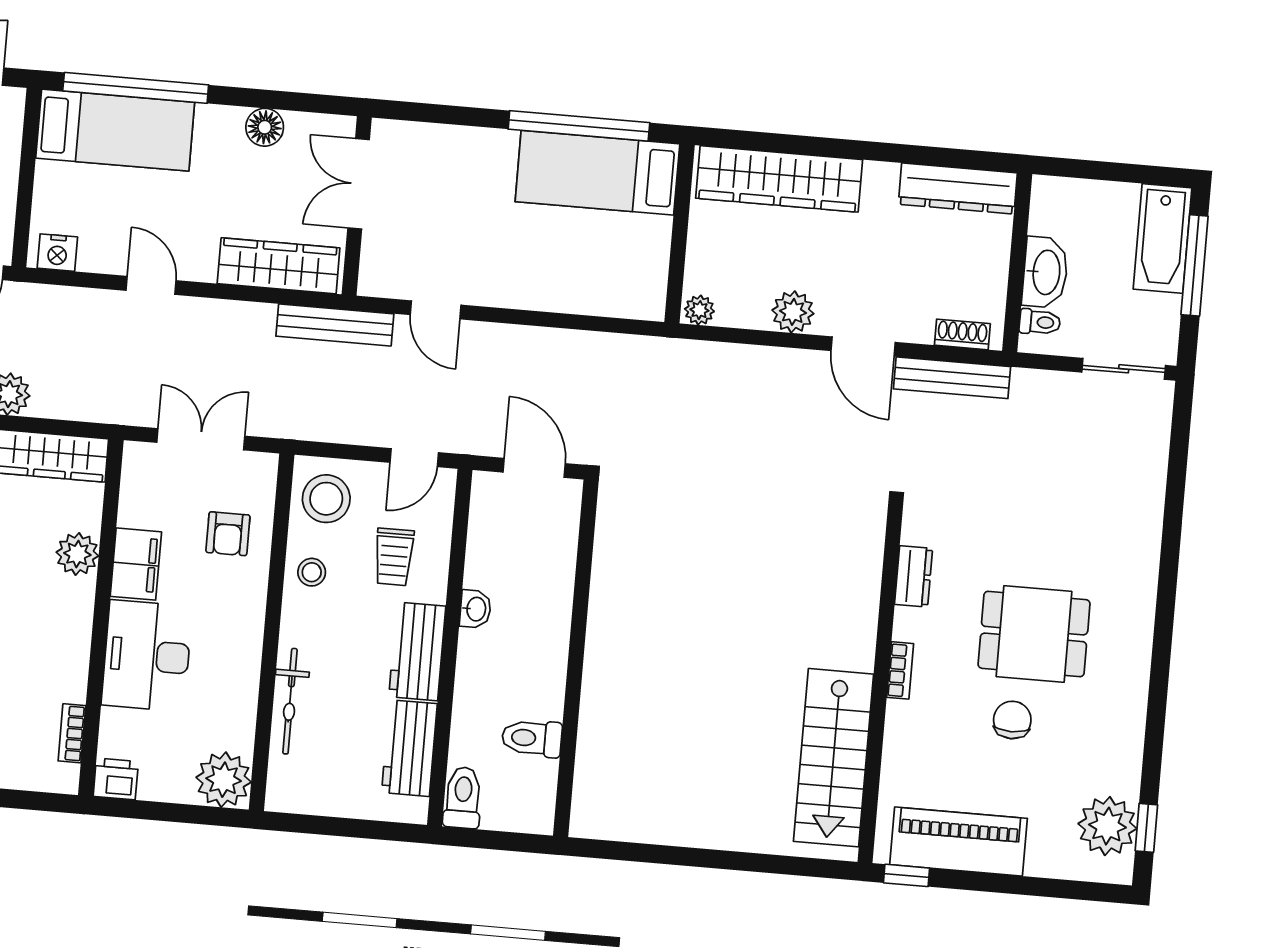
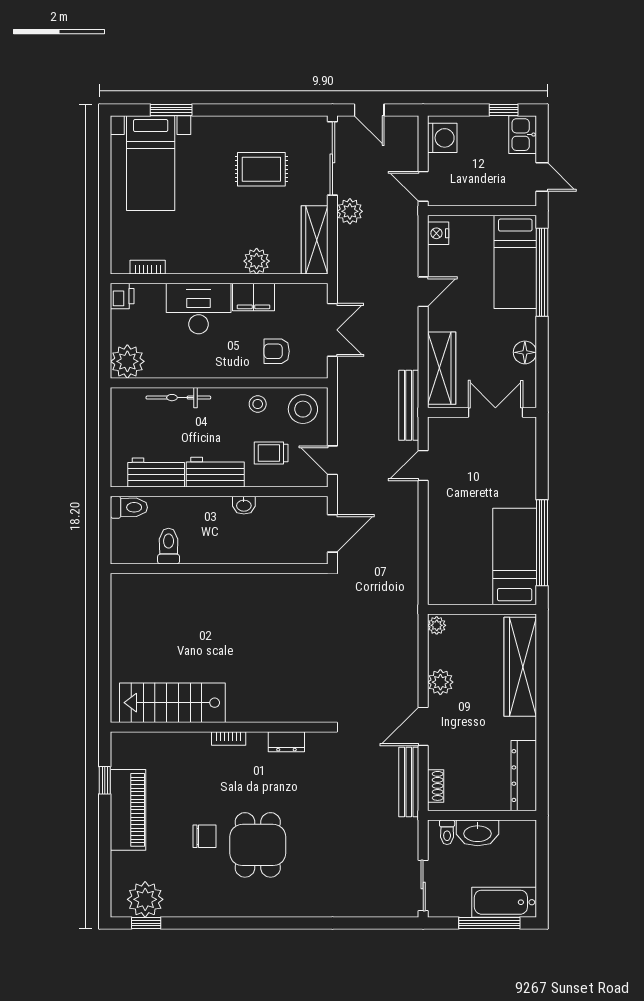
dresser: (914, 576) -> (286, 742), moved
bookcase: (900, 670) -> (229, 738), moved
wall: (880, 684) -> (219, 727), moved
stairs: (834, 758) -> (172, 703), moved

